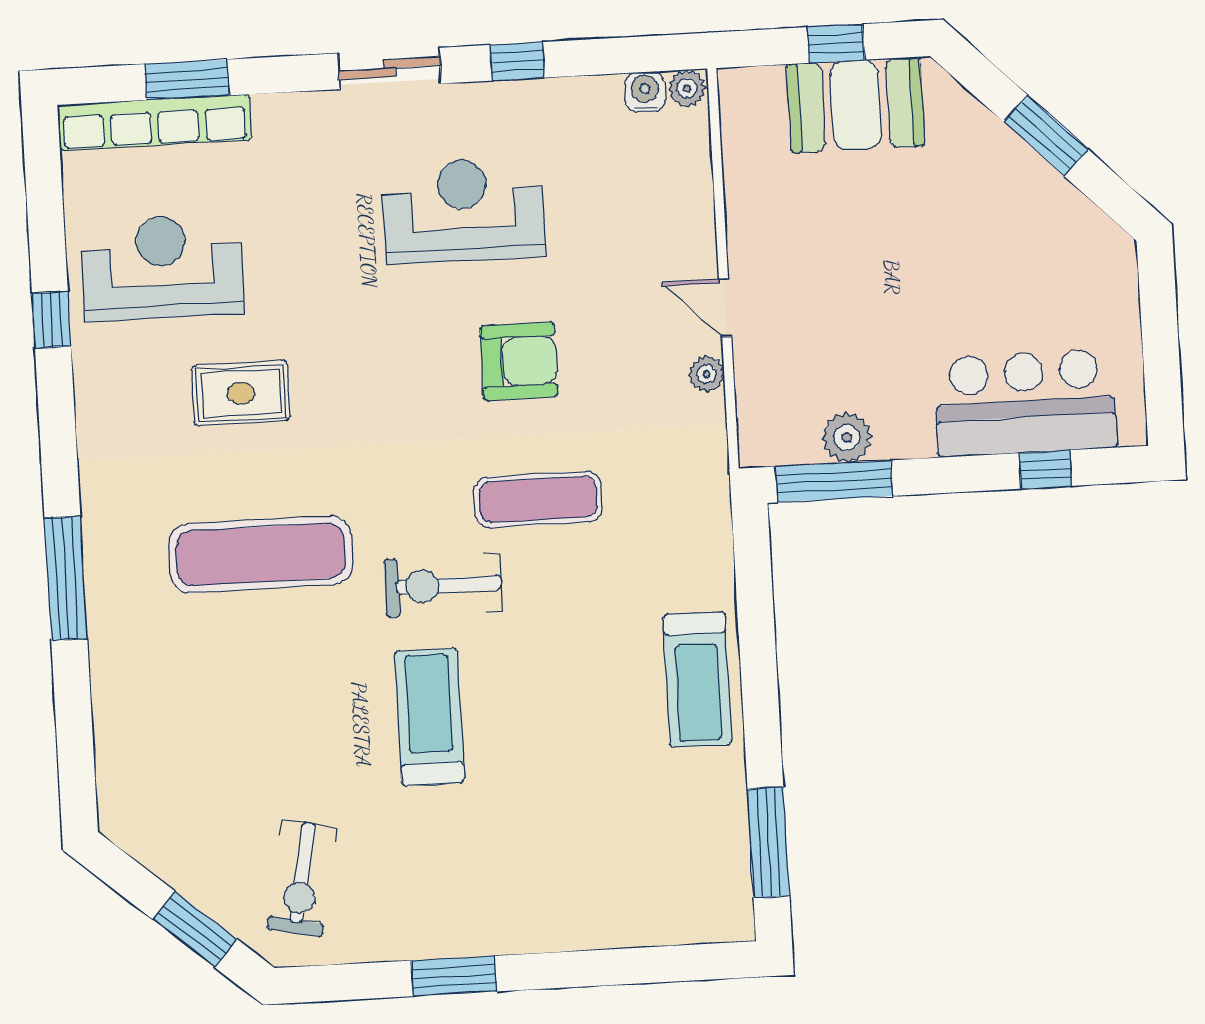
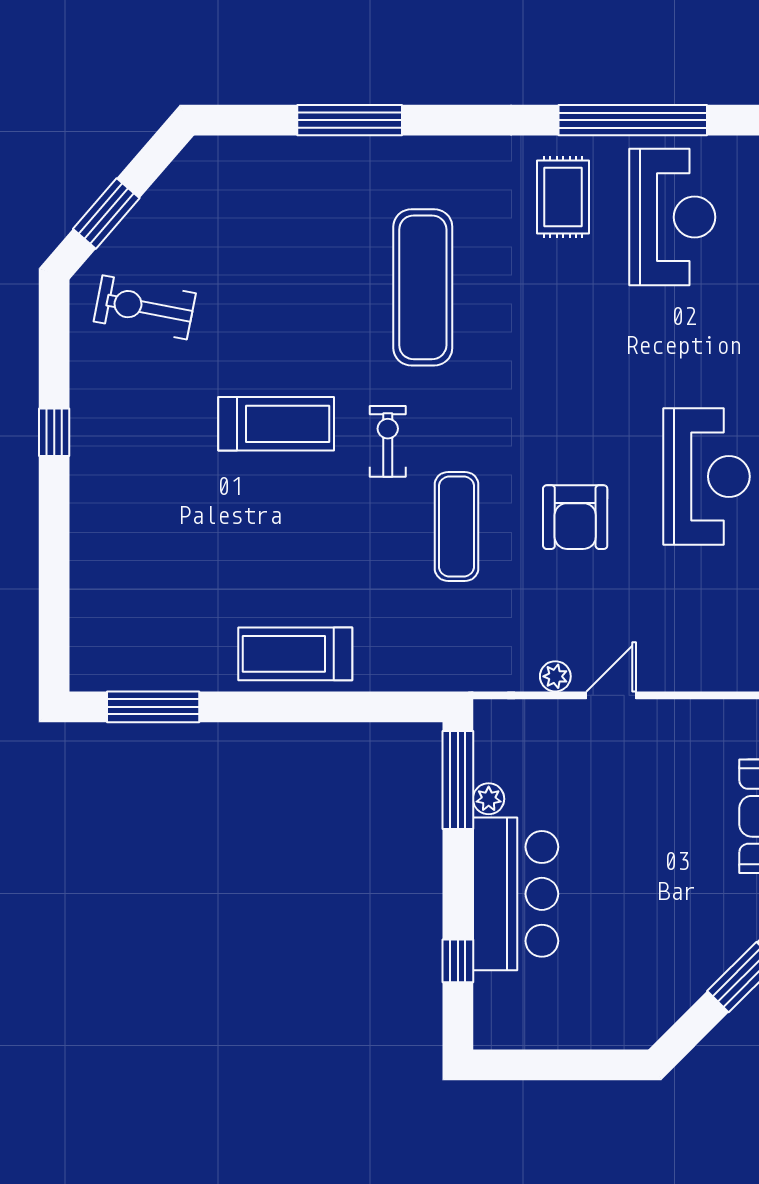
window: (51, 320) -> (633, 120), width x3.17
rug: (241, 393) -> (563, 197), moved
bar counter: (1025, 403) -> (516, 894), moved
plant: (847, 438) -> (489, 799), width x0.73, depth x0.73
window: (66, 578) -> (350, 120), moved
exercise bike: (443, 585) -> (388, 441), width x0.73, depth x0.72
window: (454, 976) -> (54, 432), width x0.67

